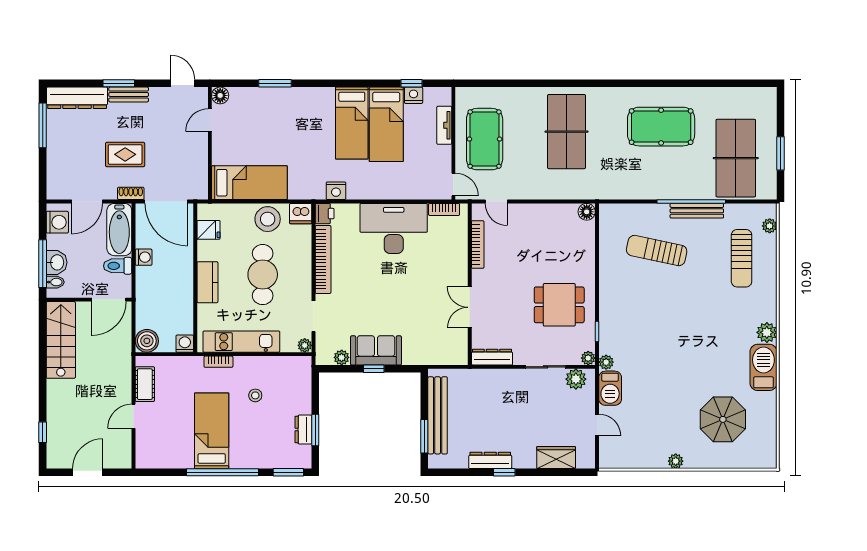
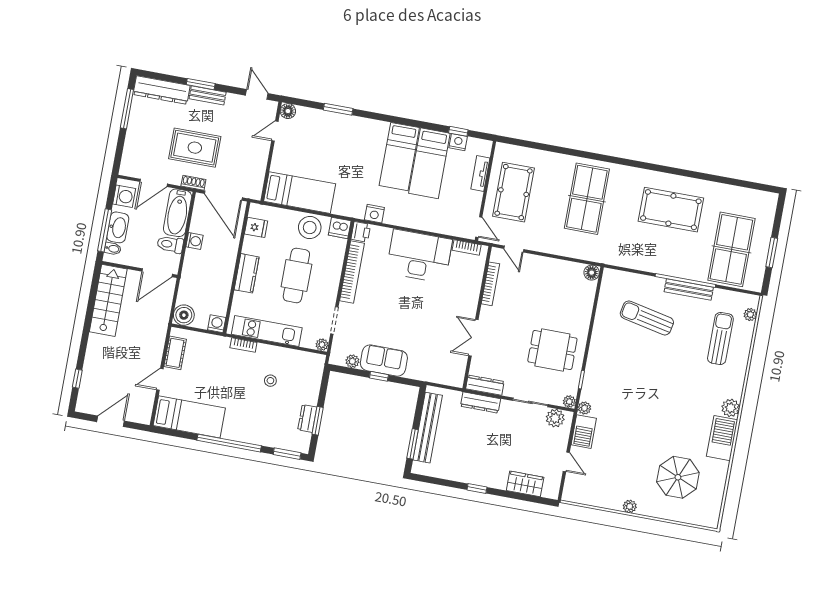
rug: (125, 154) -> (195, 148), width x1.36, depth x1.43
sun lounger: (742, 258) -> (720, 338), turned 180
washbasin: (57, 262) -> (118, 227), width x1.38
bed: (212, 431) -> (189, 417), moved, turned 90
dresser: (490, 460) -> (480, 403), moved, turned 180

